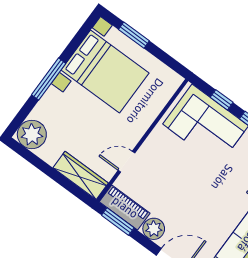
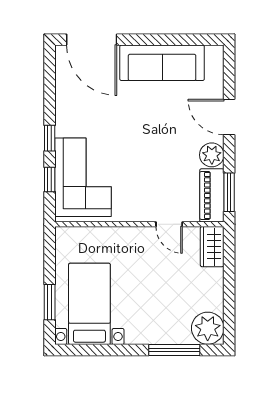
bed with nightstands: (105, 72) -> (89, 304), width x0.73
window: (49, 79) -> (174, 350), moved
wardrobe: (81, 175) -> (212, 247), width x0.67

